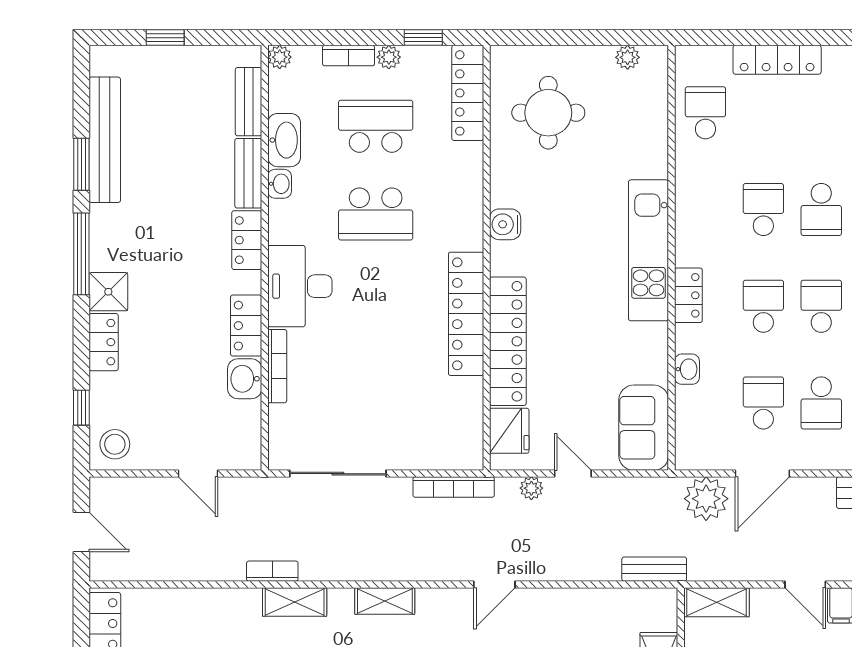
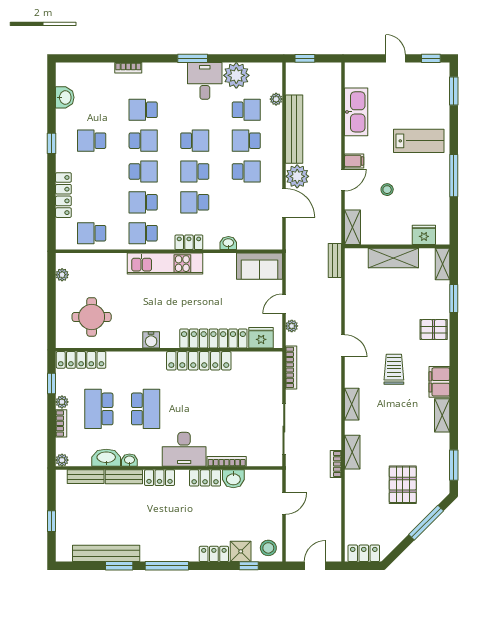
shower: (108, 292) -> (241, 551), moved
school desk: (763, 403) -> (143, 233), moved
plant: (706, 499) -> (297, 176), moved

